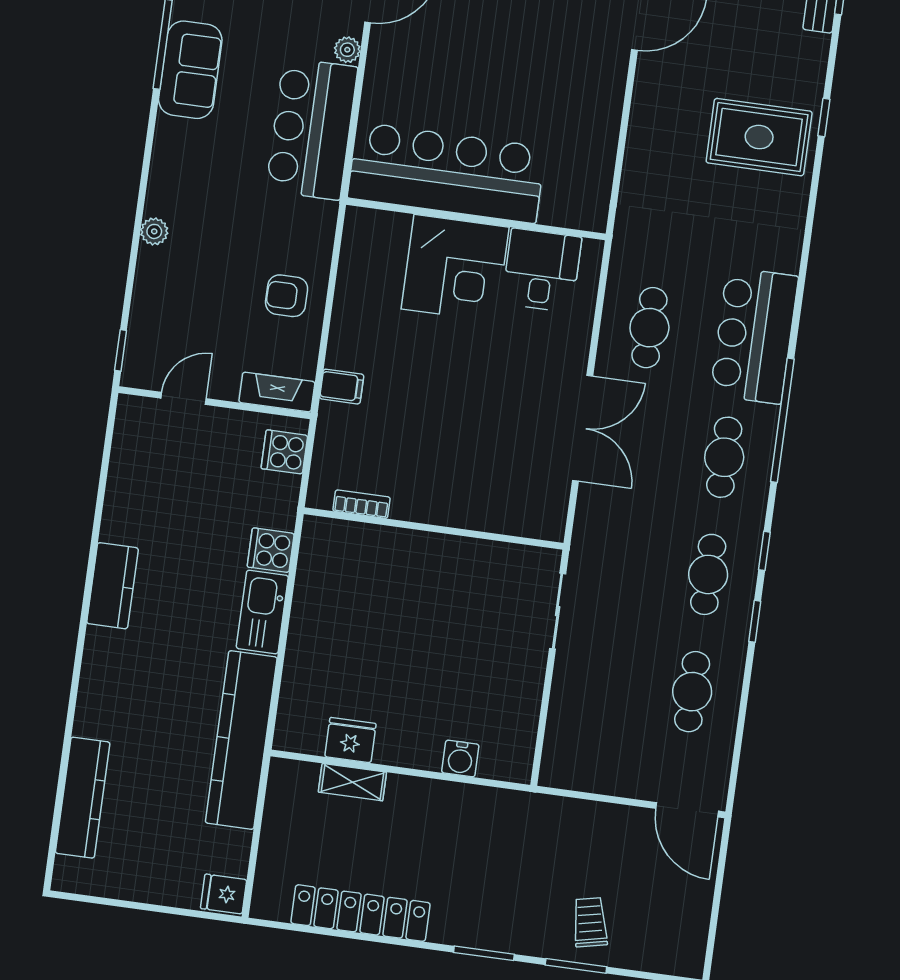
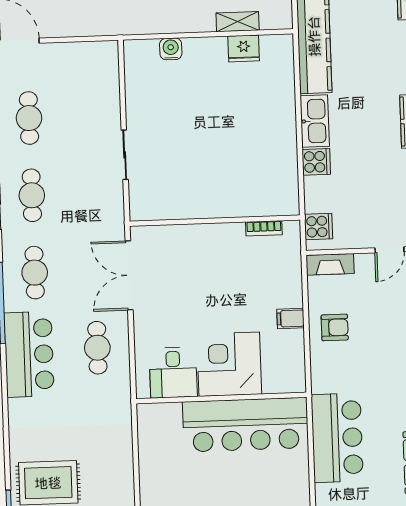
plant: (347, 50) -> (323, 493), removed
filing cabinet: (342, 387) -> (291, 319), moved
bookcase: (362, 504) -> (264, 228), moved
wall: (434, 529) -> (215, 221), moved

